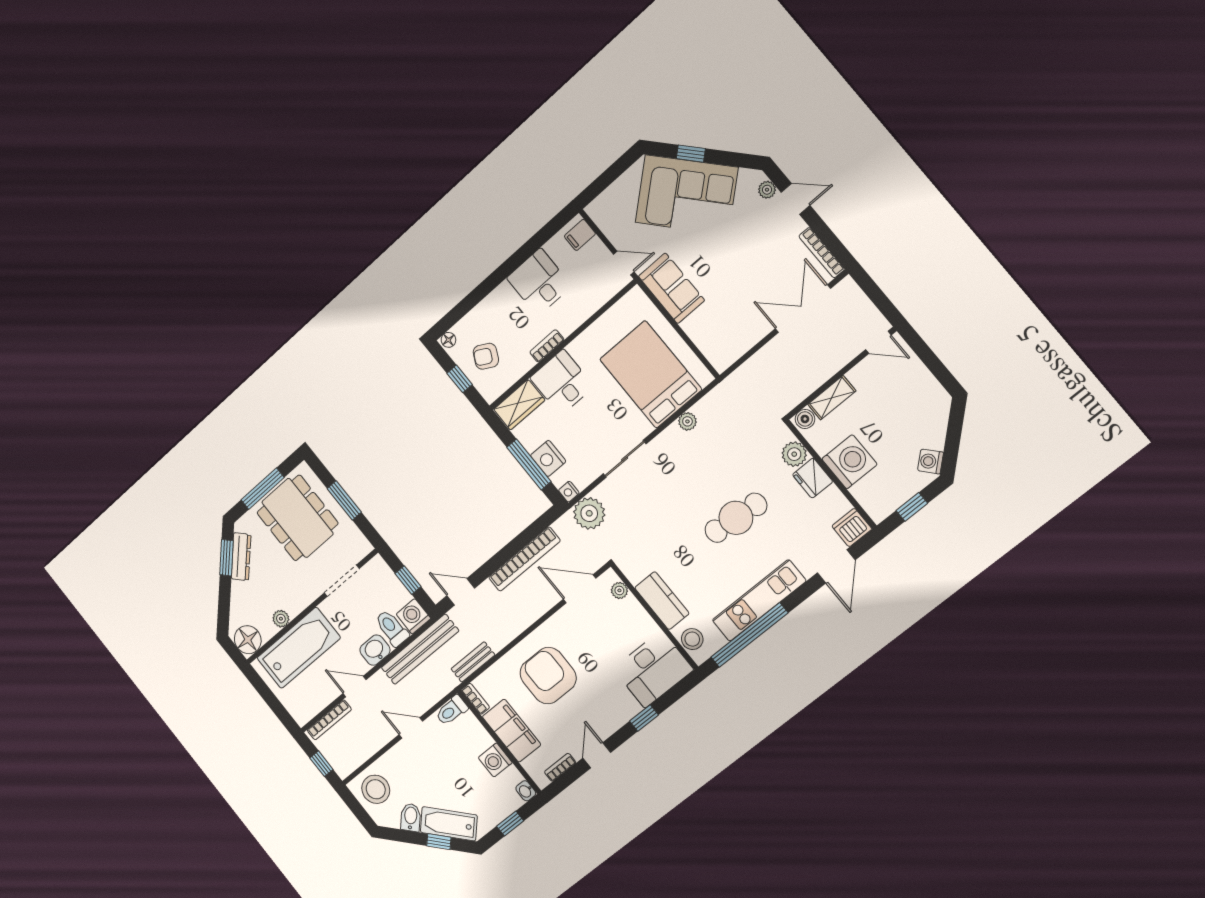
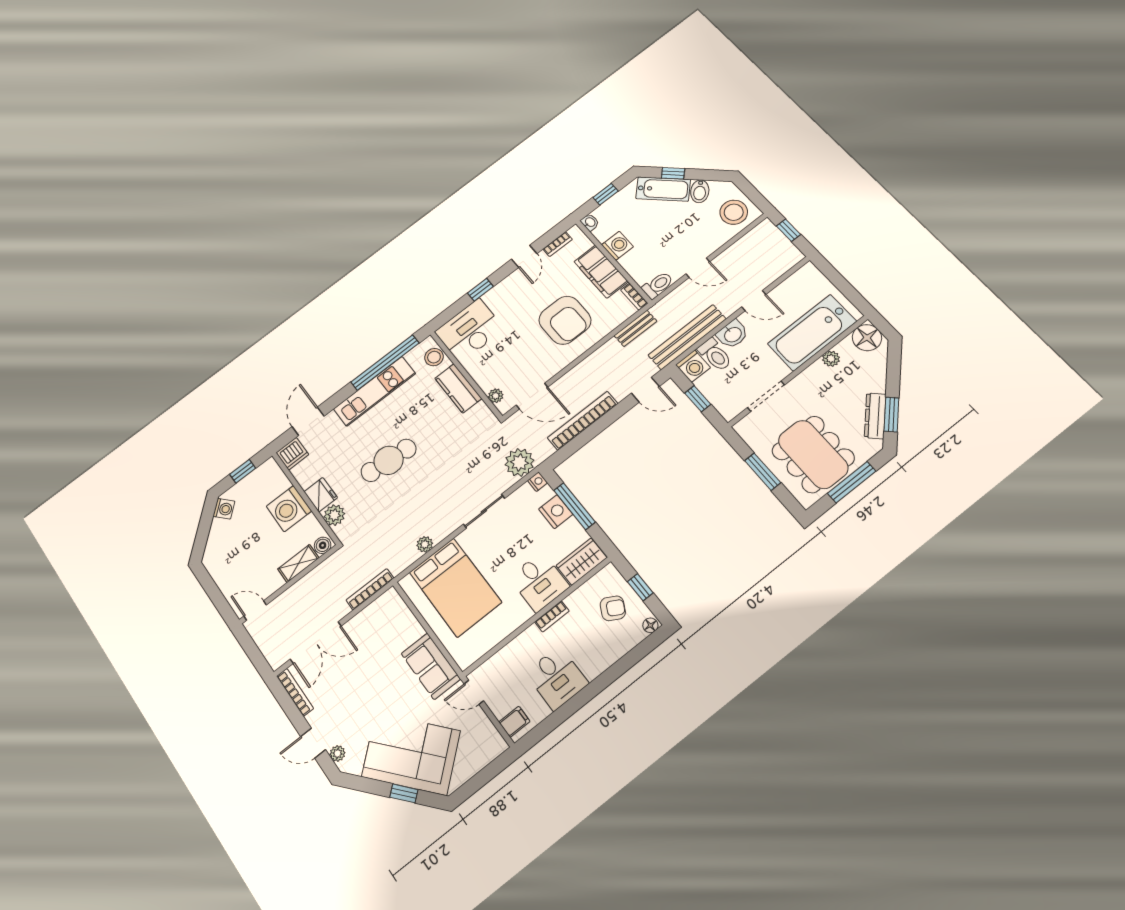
bookcase: (329, 720) -> (370, 589), moved

